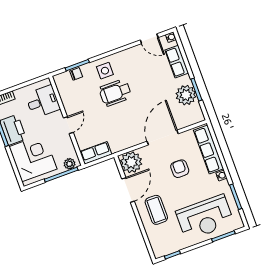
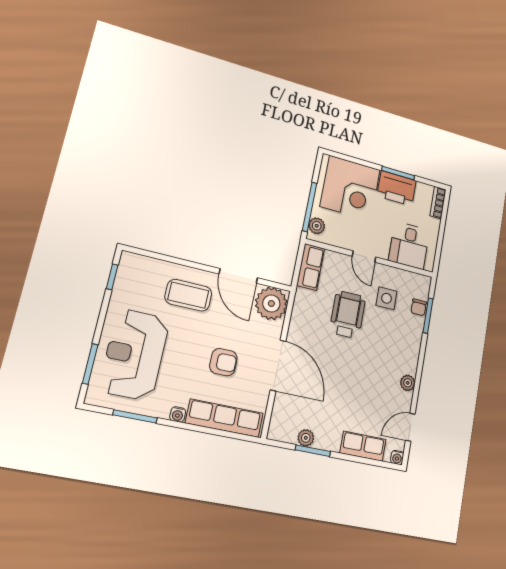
plant: (125, 55) -> (408, 383), added
side table: (105, 71) -> (387, 298), moved
wheelchair: (115, 93) -> (348, 315), moved
plant: (186, 95) -> (306, 438), width x0.53, depth x0.53

